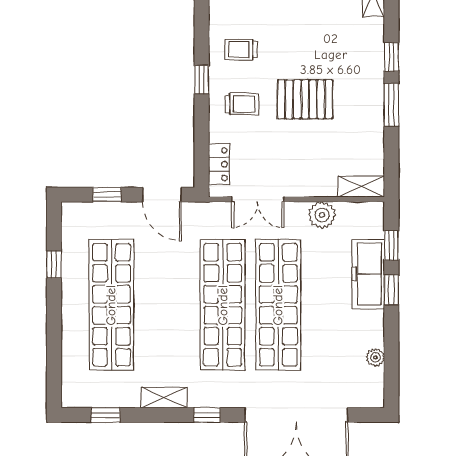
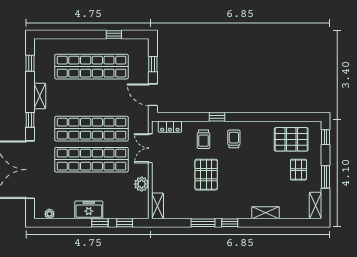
door: (162, 195) -> (153, 95), hinge flipped
freezer: (368, 274) -> (89, 210), moved, width x0.71
plant: (375, 357) -> (49, 214), moved

